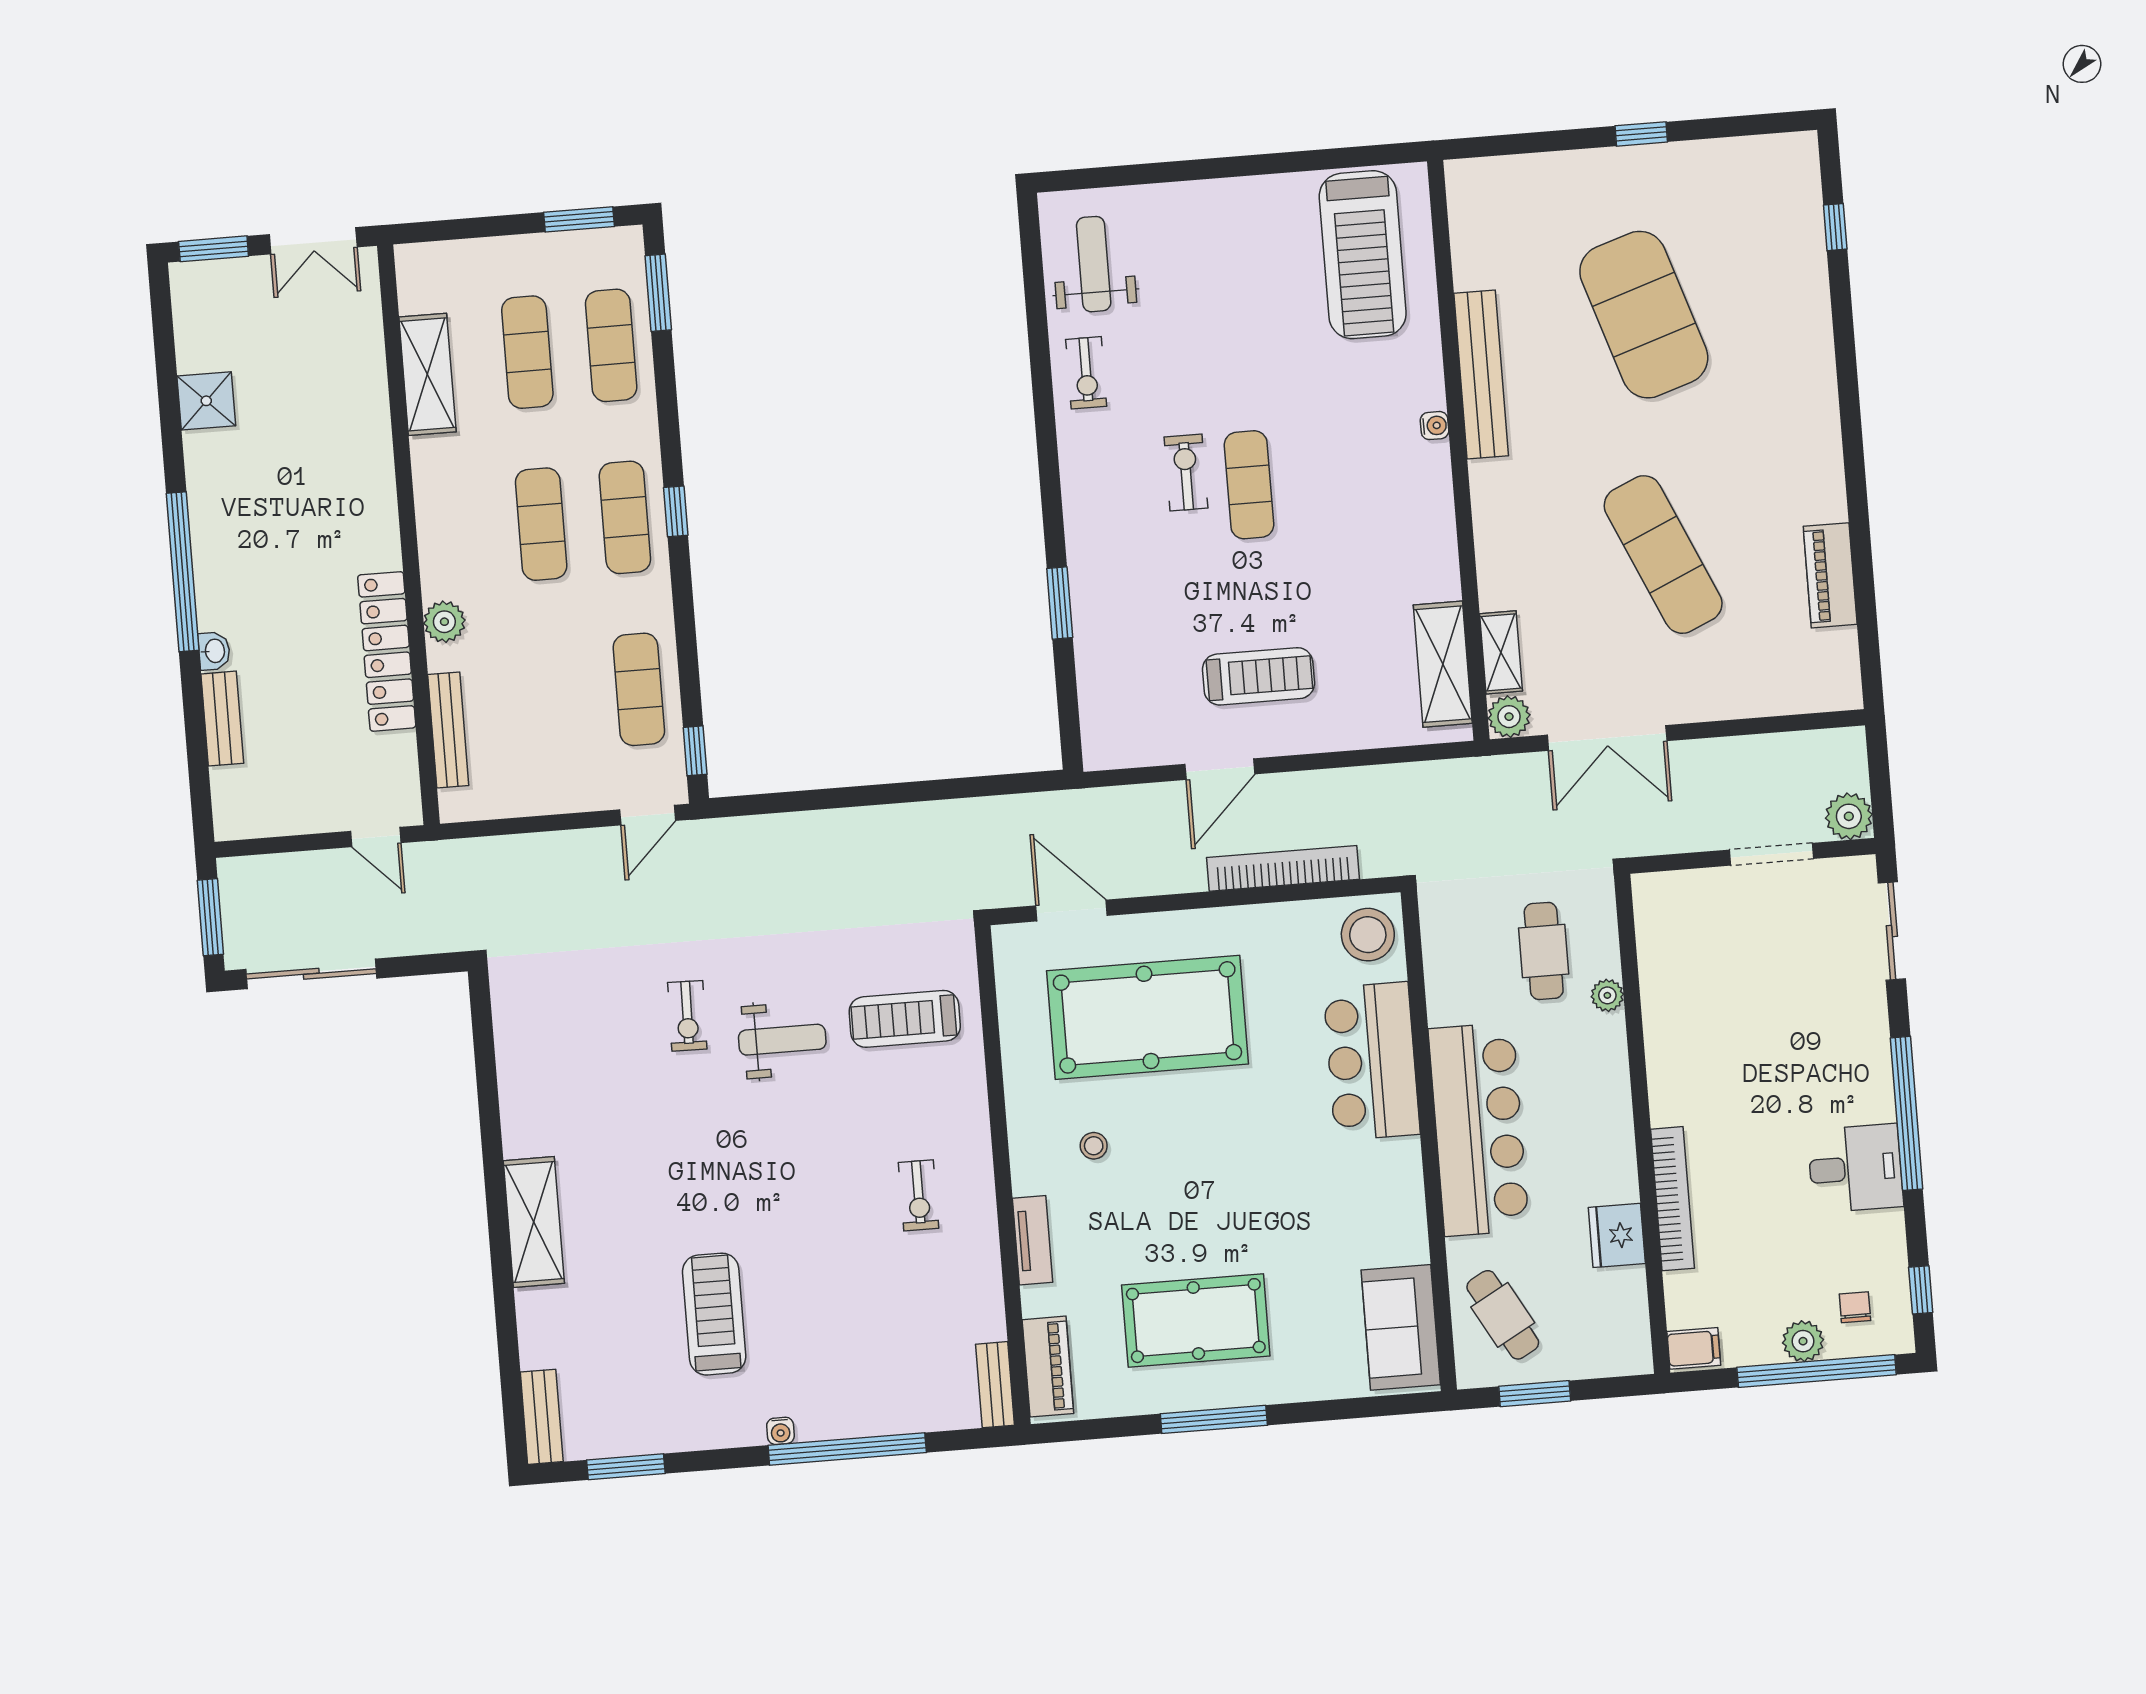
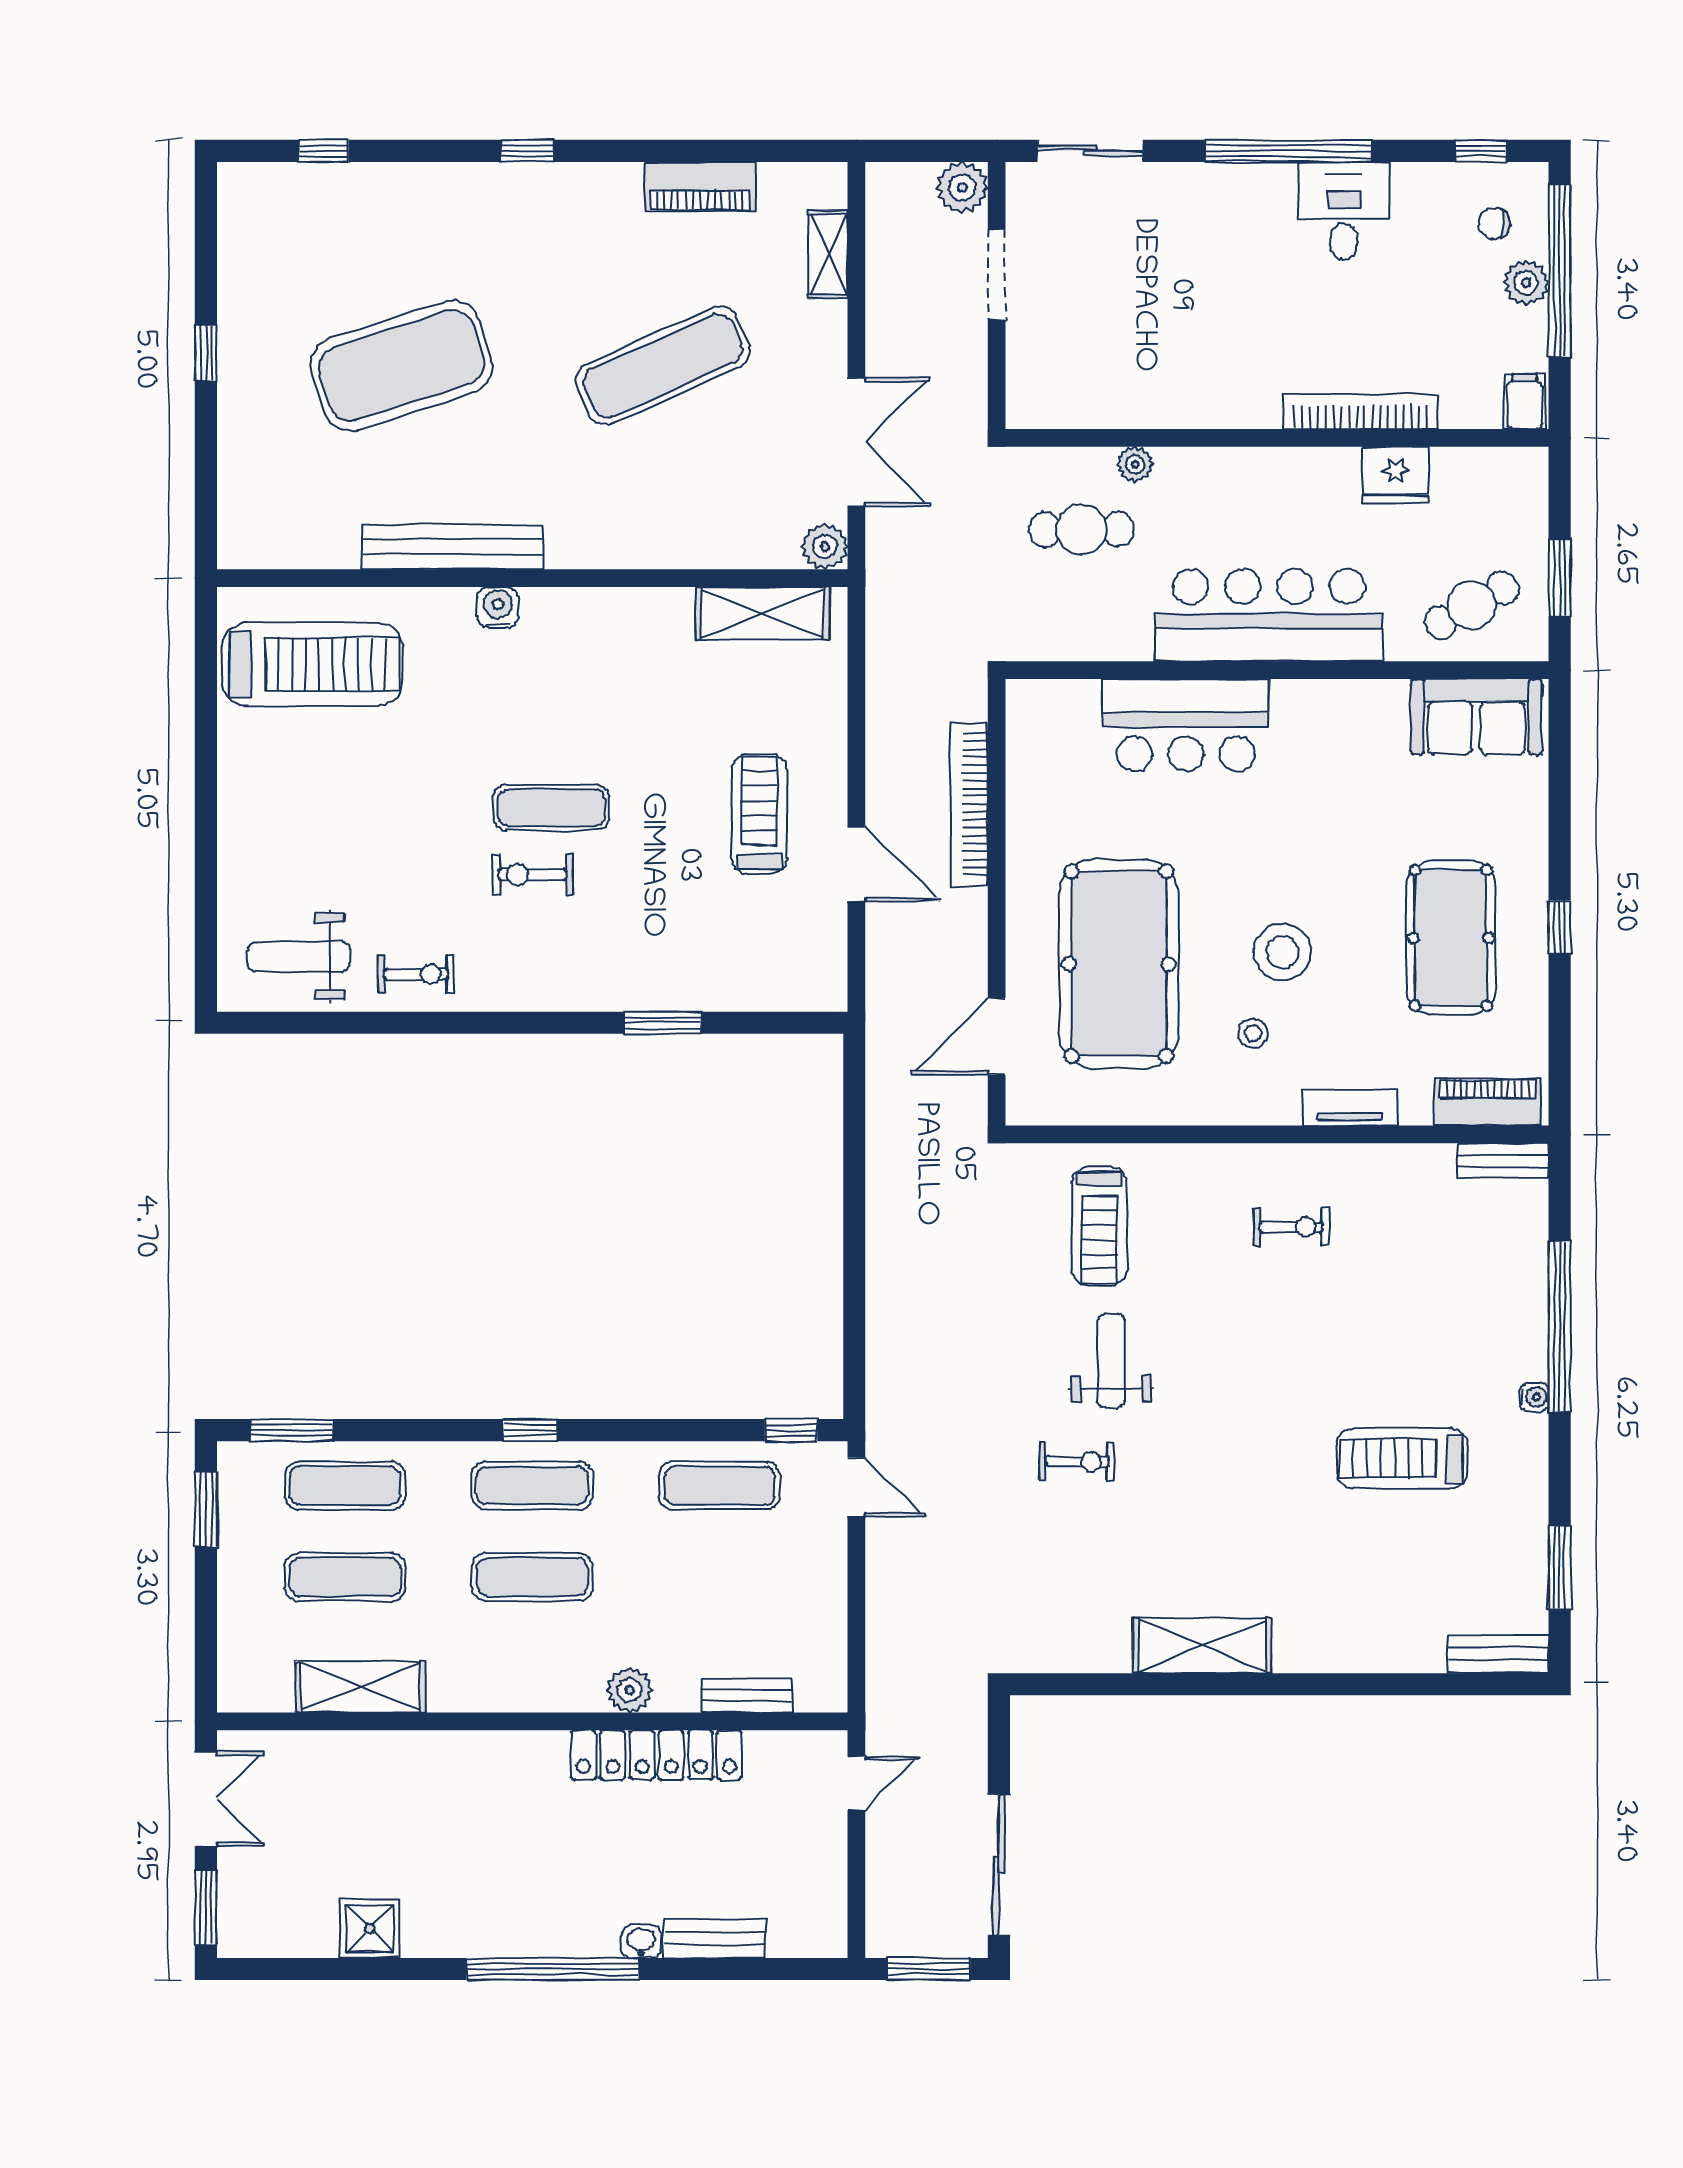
window: (1850, 414) -> (527, 151), added
water cooler: (1435, 426) -> (498, 607), width x1.38, depth x1.38
shelving: (1501, 652) -> (828, 254), moved, turned 90
bench: (448, 730) -> (747, 1695), width x0.73
stool: (1368, 935) -> (1282, 952), moved
shelving: (534, 1222) -> (1202, 1646), moved
window: (1214, 1419) -> (1560, 927), width x0.46

